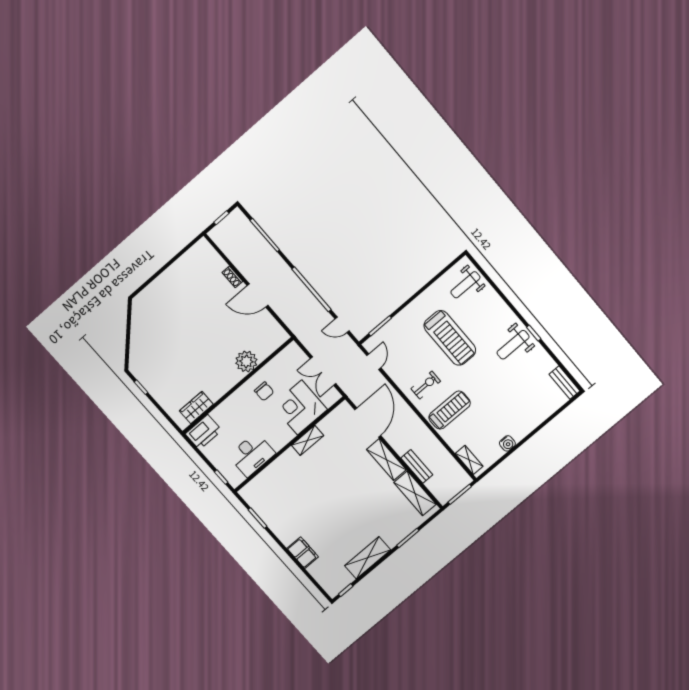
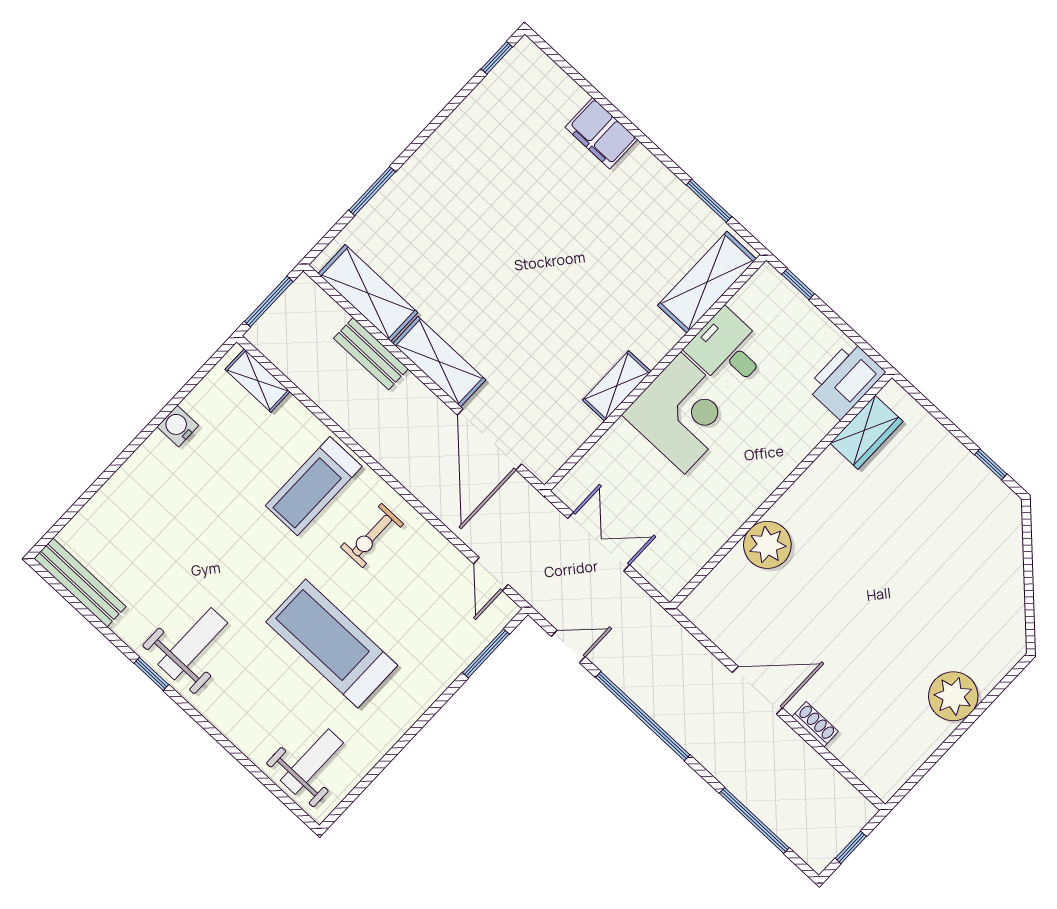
plant: (167, 283) -> (953, 696), added
bench: (564, 383) -> (80, 583), width x1.36
chair: (264, 391) -> (723, 484), removed
corner desk: (300, 407) -> (683, 413), moved
desk: (252, 455) -> (728, 350), width x0.73
shelving: (368, 558) -> (707, 282), moved

